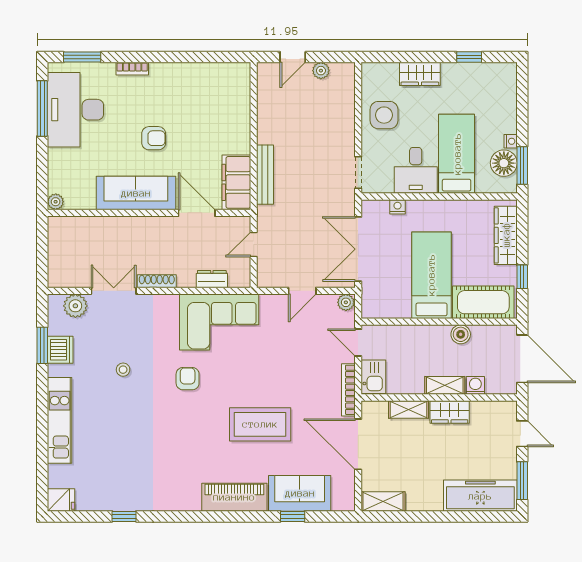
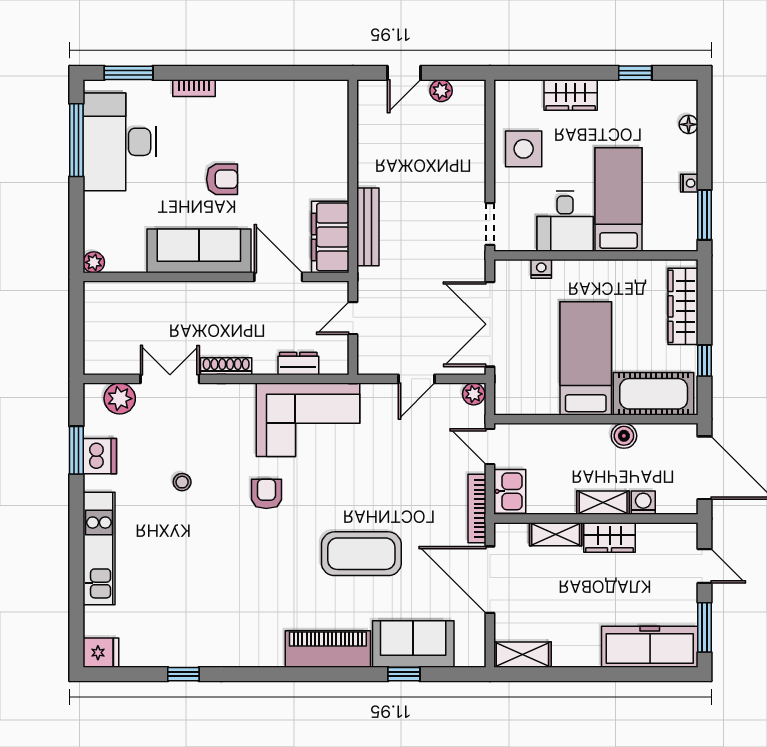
floor lamp: (504, 163) -> (689, 124), moved, width x0.53, depth x0.53

